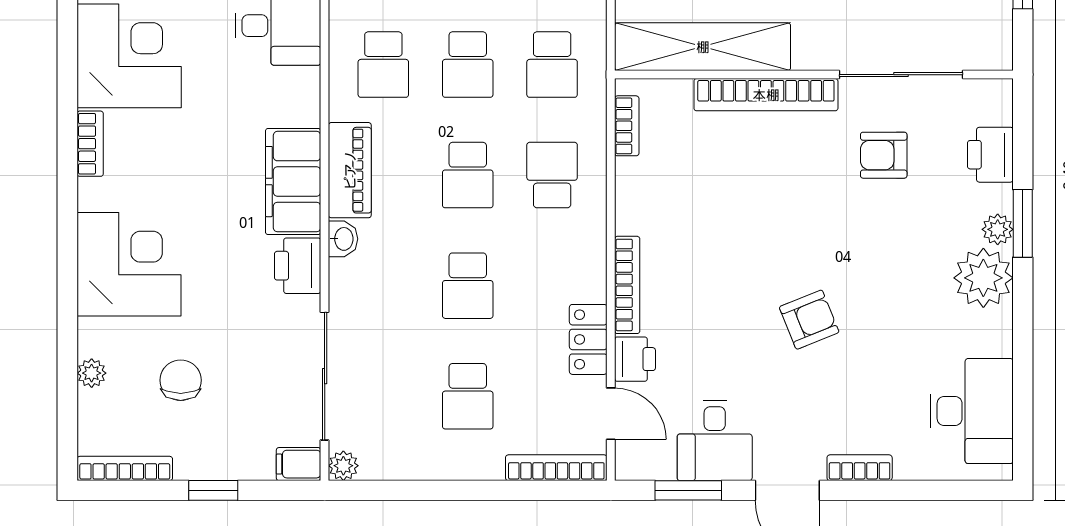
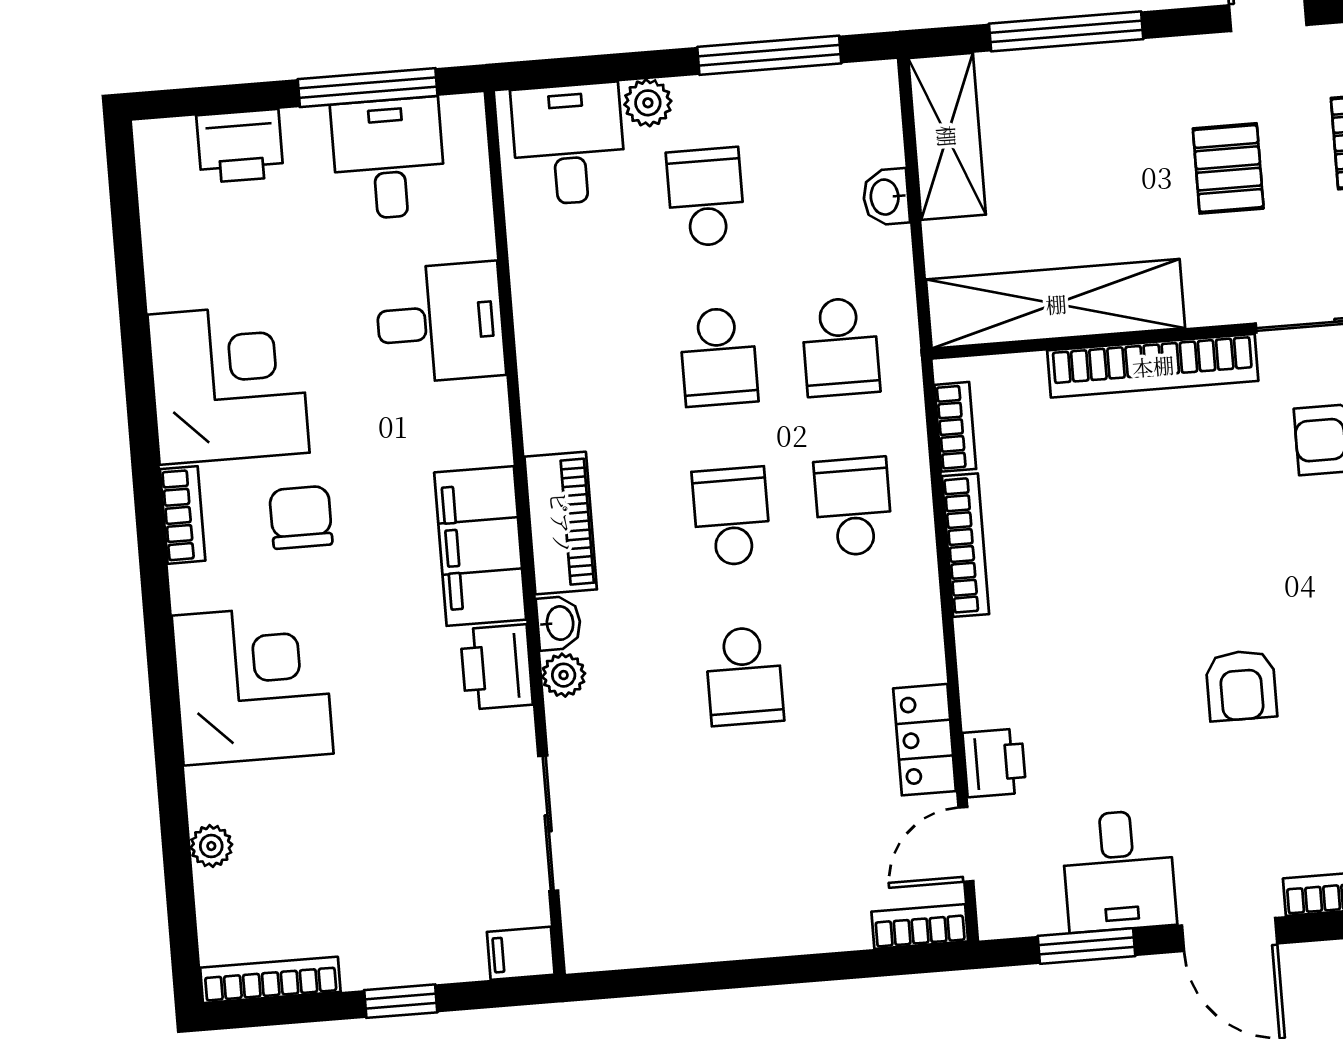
school desk: (383, 65) -> (597, 367), removed
school desk: (468, 175) -> (731, 516), turned 180
bookcase: (627, 285) -> (966, 545), moved
armchair: (809, 320) -> (1241, 685), turned 112
sliding door: (325, 376) -> (548, 823), width x0.73
chair: (181, 380) -> (301, 517), moved
school desk: (468, 396) -> (757, 836), removed
door: (611, 414) -> (966, 844), swing flipped
plant: (343, 466) -> (564, 675), moved
bookcase: (556, 468) -> (920, 927), width x0.64

